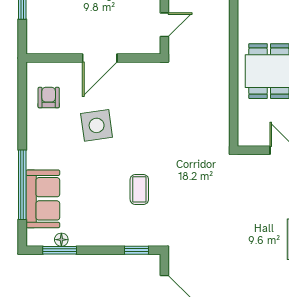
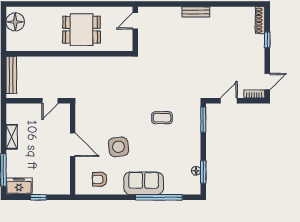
door: (164, 25) -> (50, 101), swing flipped
sofa: (43, 199) -> (144, 183), moved
window: (137, 250) -> (203, 120), width x1.50

